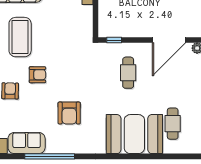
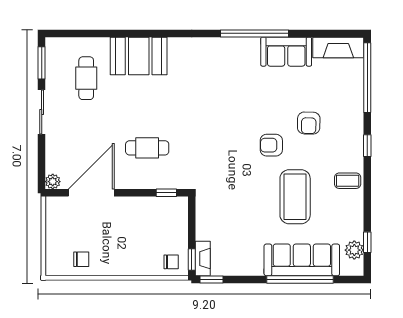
cafe table: (128, 73) -> (147, 148), turned 90
armchair: (69, 113) -> (228, 93), removed
booth: (134, 134) -> (139, 56), width x0.73, depth x0.70

